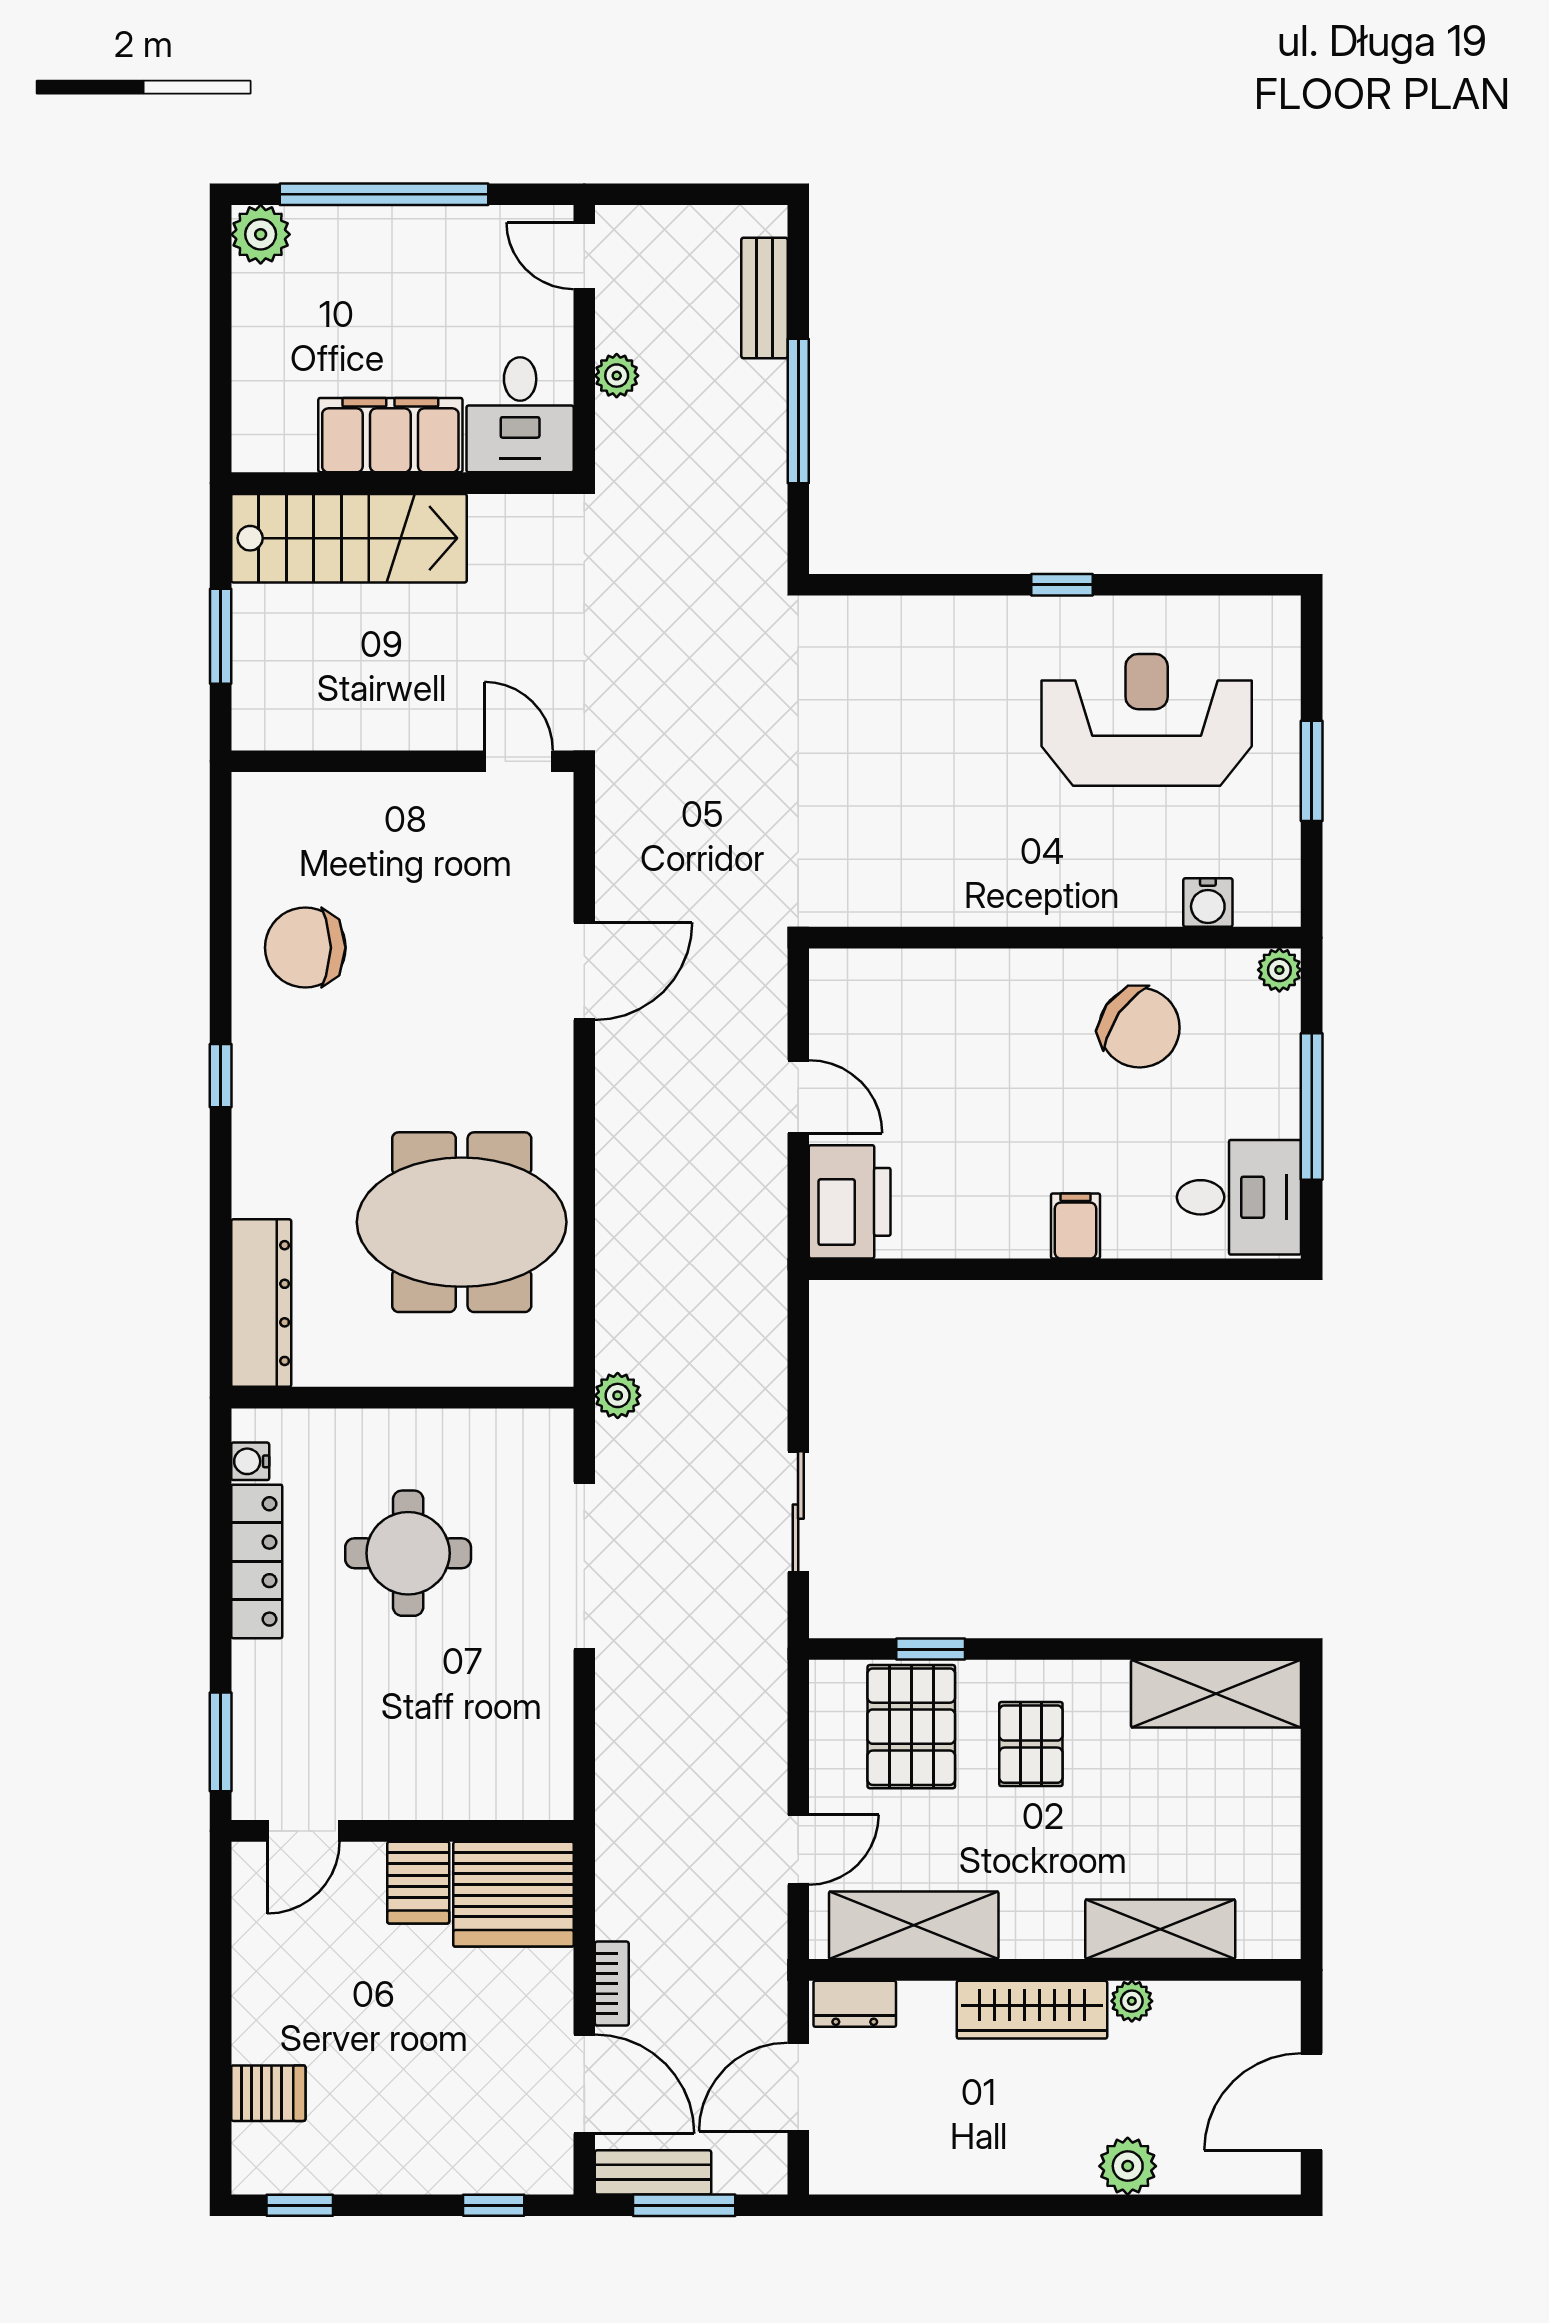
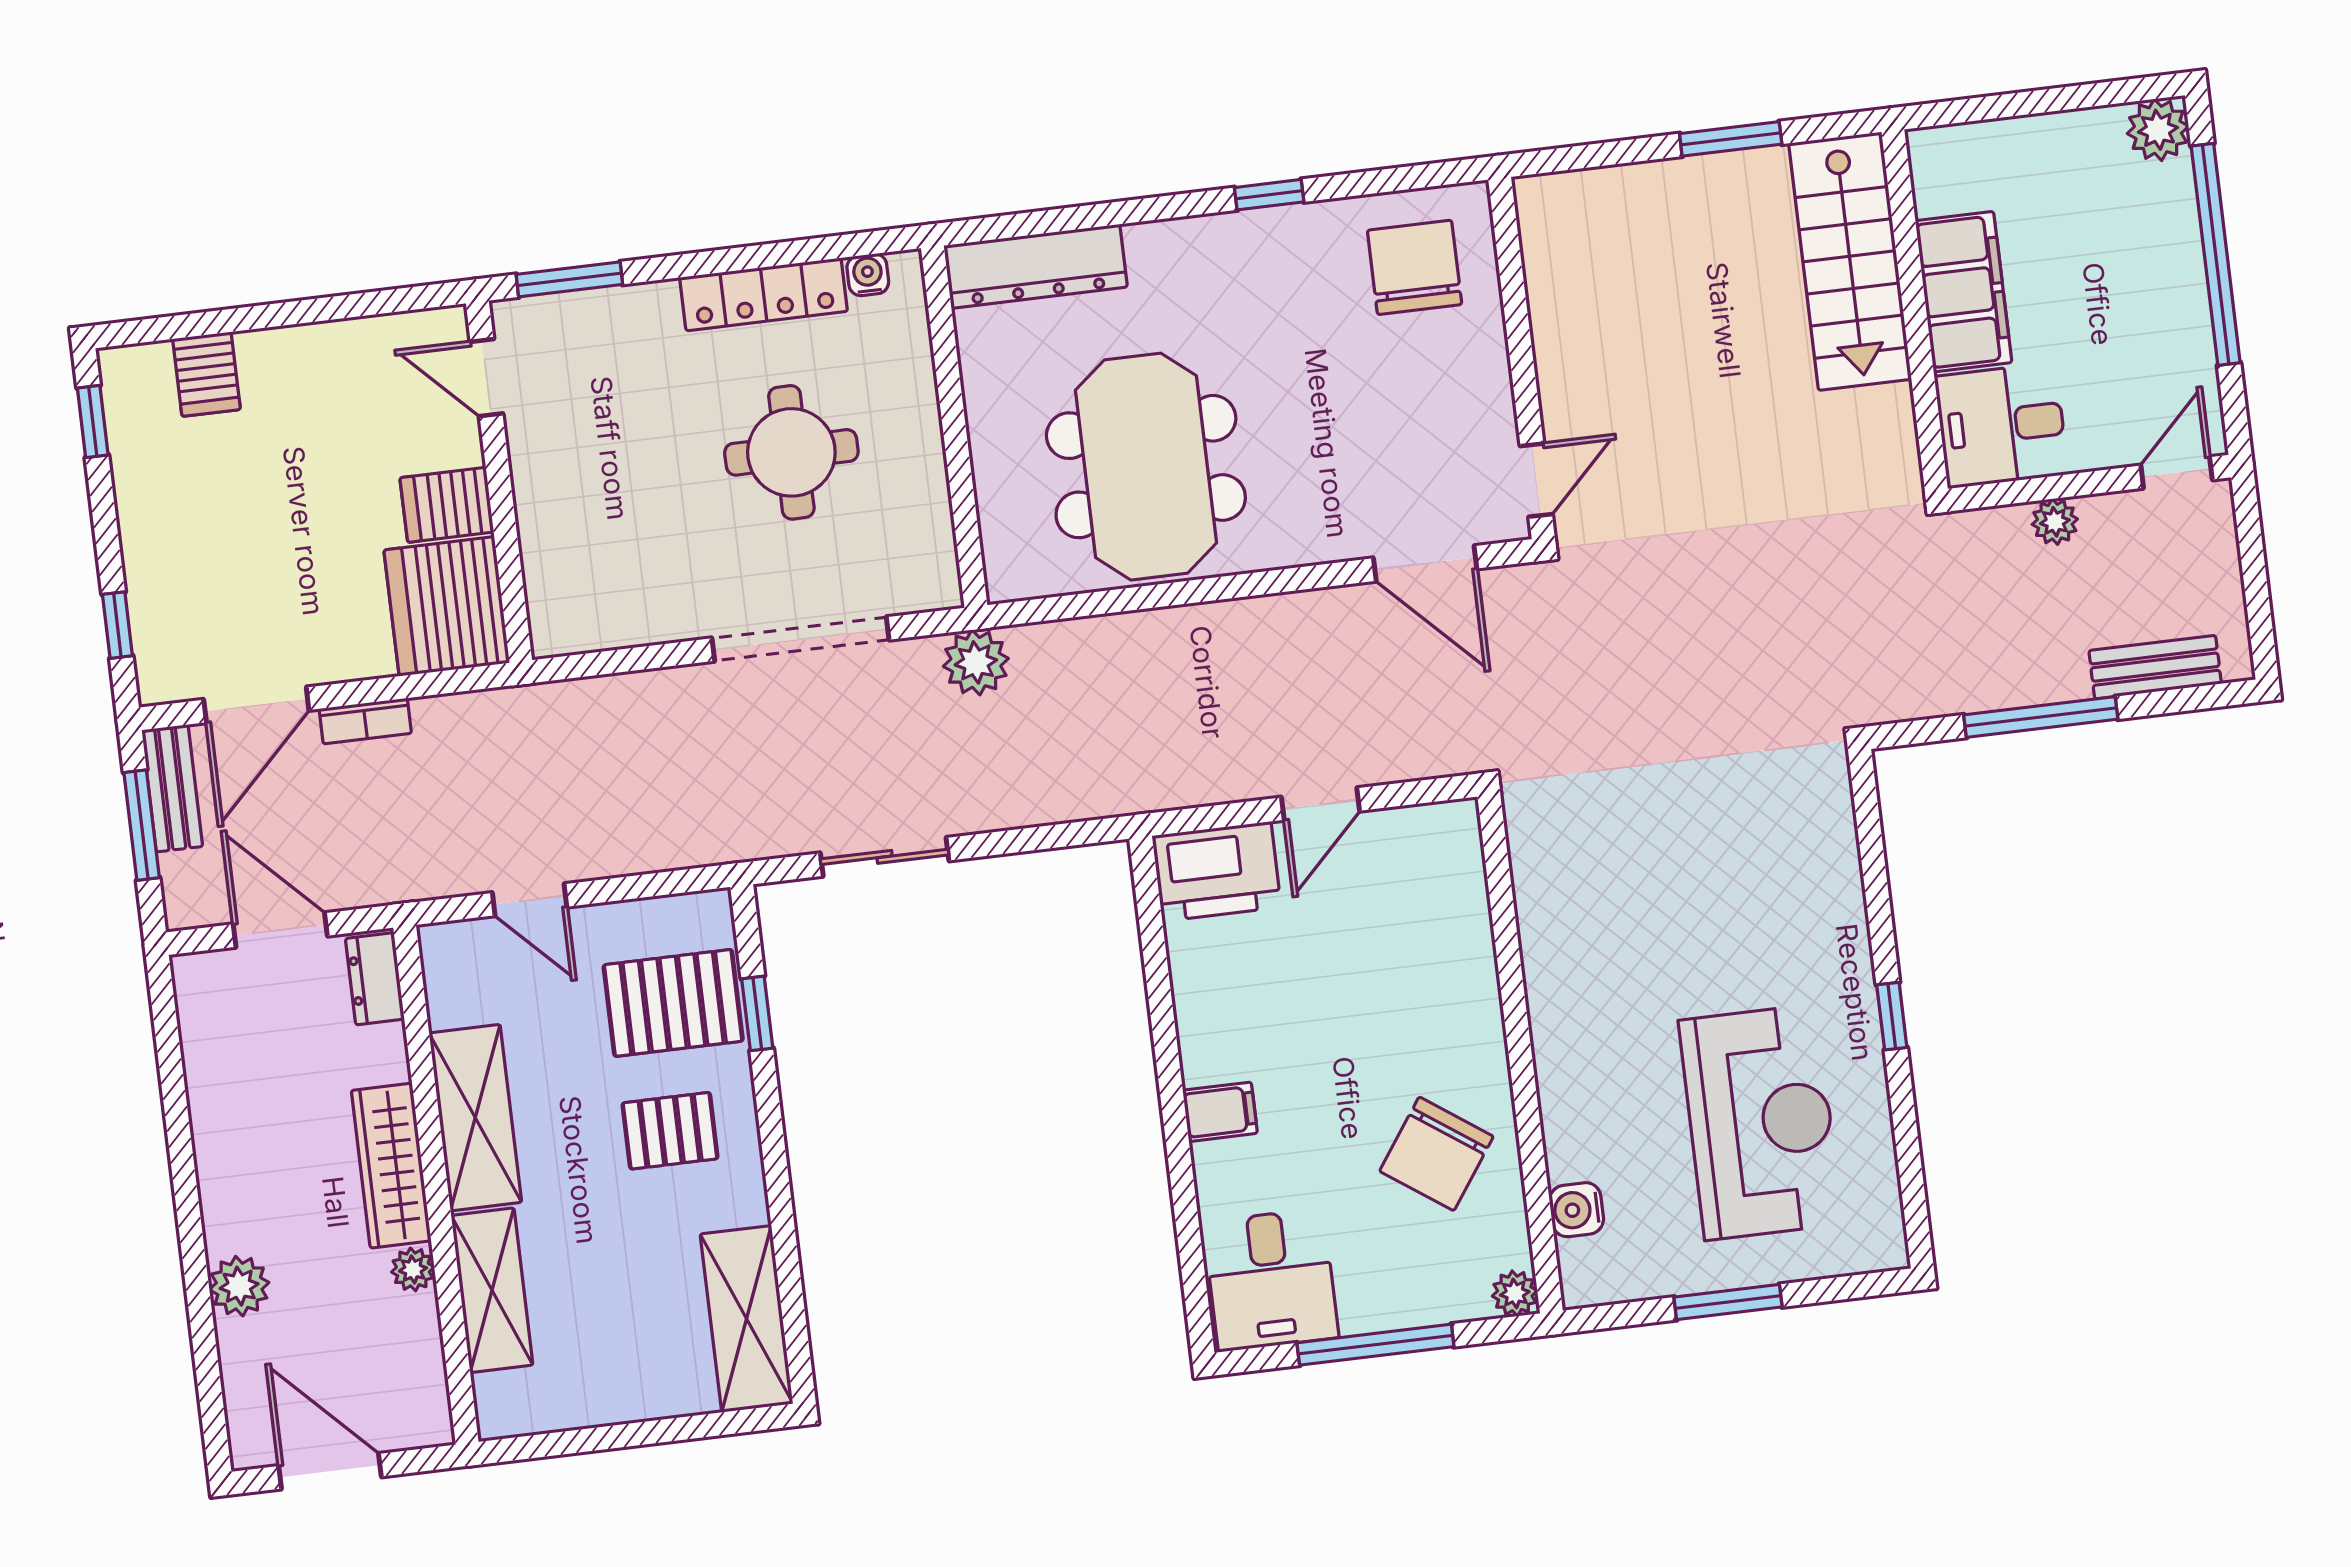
wall: (402, 761) -> (1521, 358), moved
door: (519, 761) -> (1536, 480), moved
plant: (618, 1395) -> (976, 662), width x1.38, depth x1.38
shelving: (914, 1925) -> (475, 1118), moved

